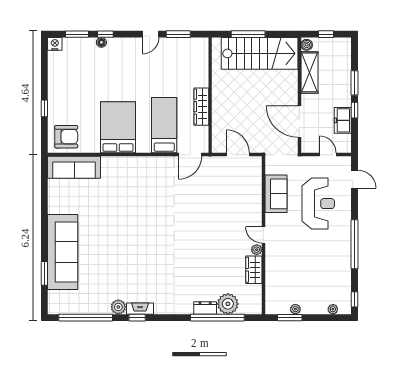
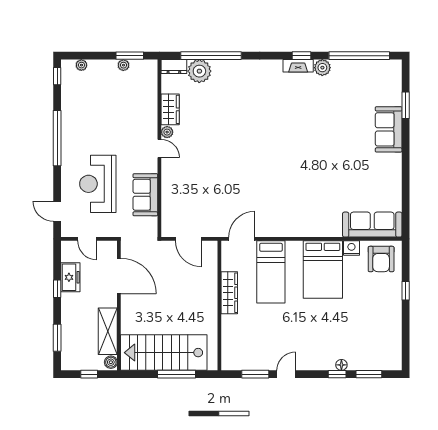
nightstand: (55, 44) -> (351, 248), moved, turned 180
window: (355, 83) -> (57, 338), moved
armchair: (66, 137) -> (381, 259), turned -90
sofa: (63, 252) -> (389, 129), width x0.54, depth x0.79
dresser: (205, 308) -> (174, 67), moved

